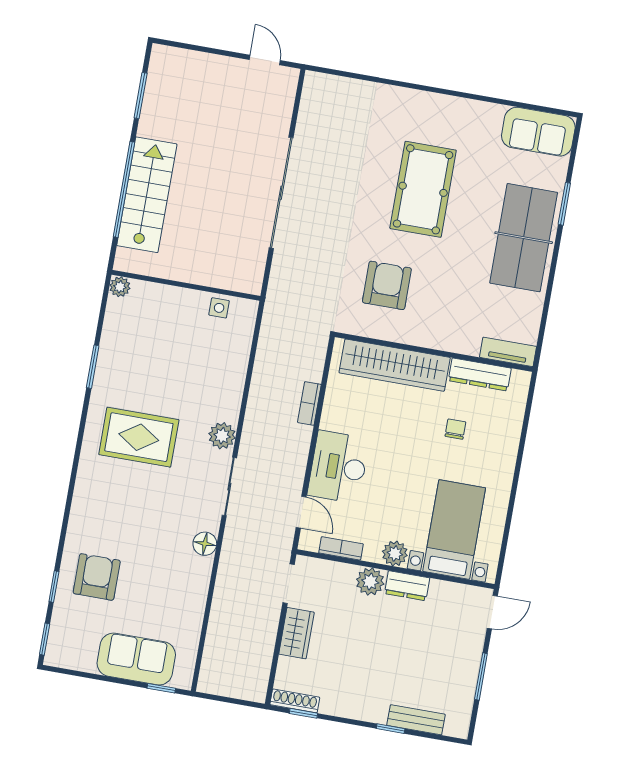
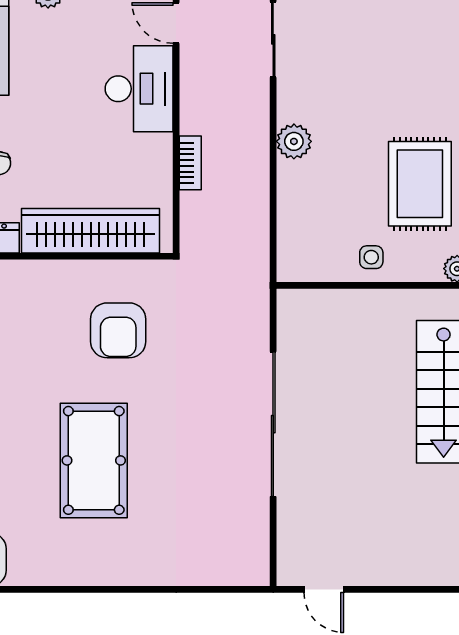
side table: (219, 308) -> (371, 257), moved
plant: (222, 436) -> (294, 141), moved
rug: (139, 437) -> (420, 184), moved, turned 90

